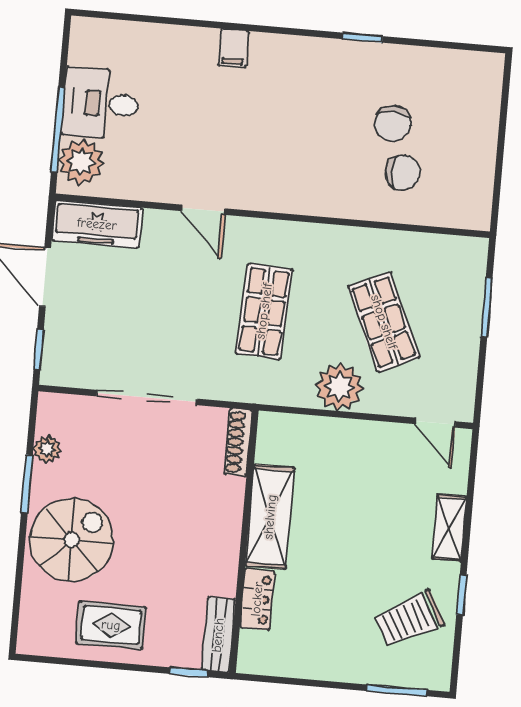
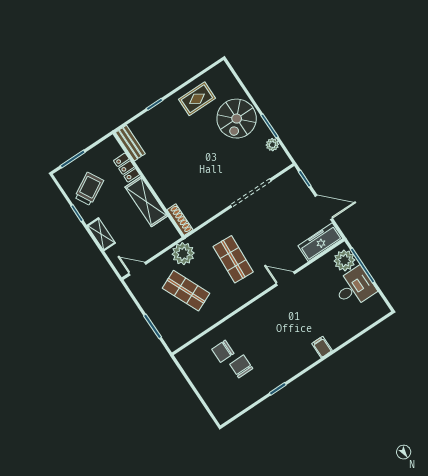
shoe rack: (238, 442) -> (180, 220), moved
shelving: (270, 517) -> (146, 202), moved
wall: (244, 542) -> (148, 185), moved
locker: (257, 599) -> (127, 168), moved
bench: (218, 635) -> (130, 143), moved

